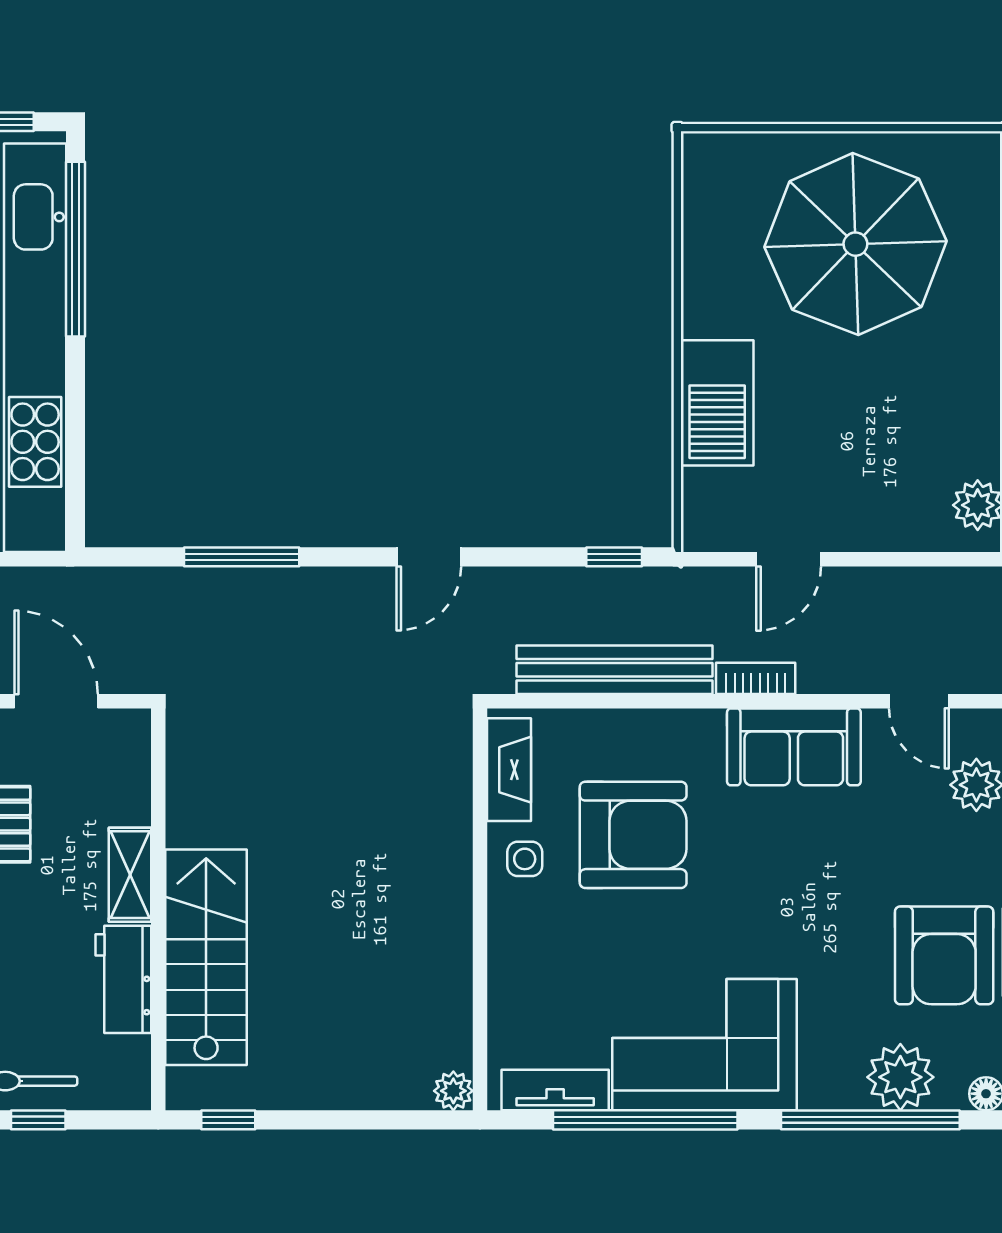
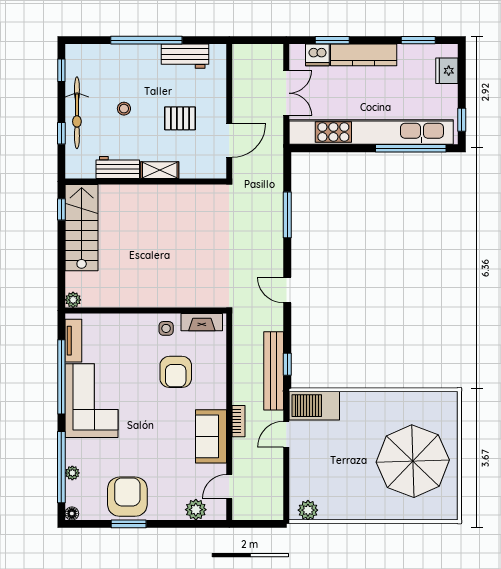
barbecue: (717, 403) -> (314, 406), moved
door: (789, 559) -> (286, 434), hinge flipped
bench: (615, 670) -> (274, 371), moved
armchair: (633, 835) -> (176, 372), width x0.73, depth x0.73
armchair: (944, 955) -> (127, 497), turned 90
stairs: (206, 957) -> (82, 228), moved, turned -90
plant: (900, 1077) -> (72, 473), width x0.53, depth x0.53

